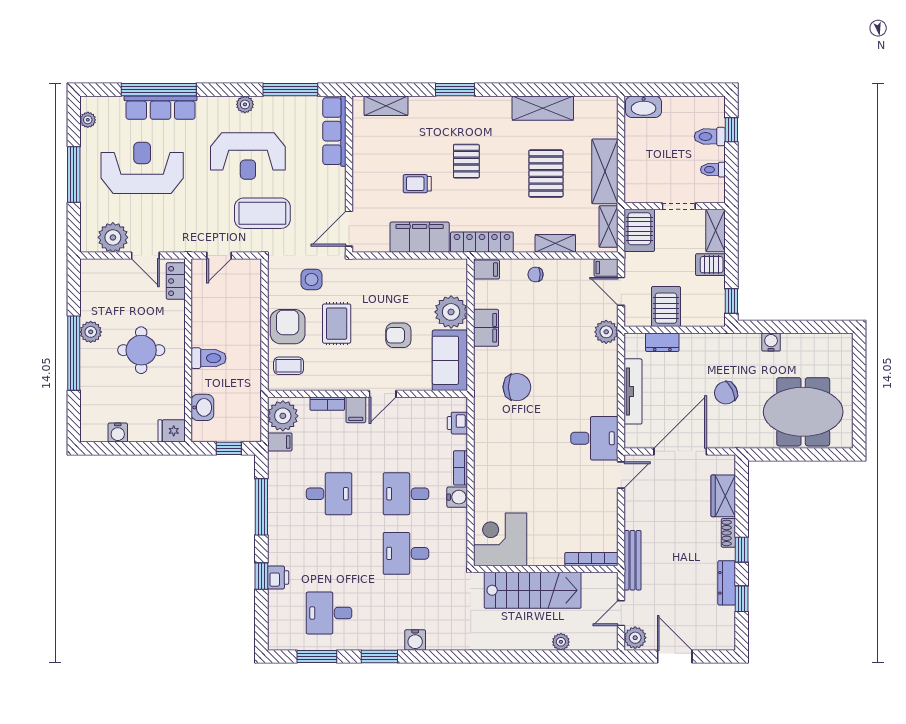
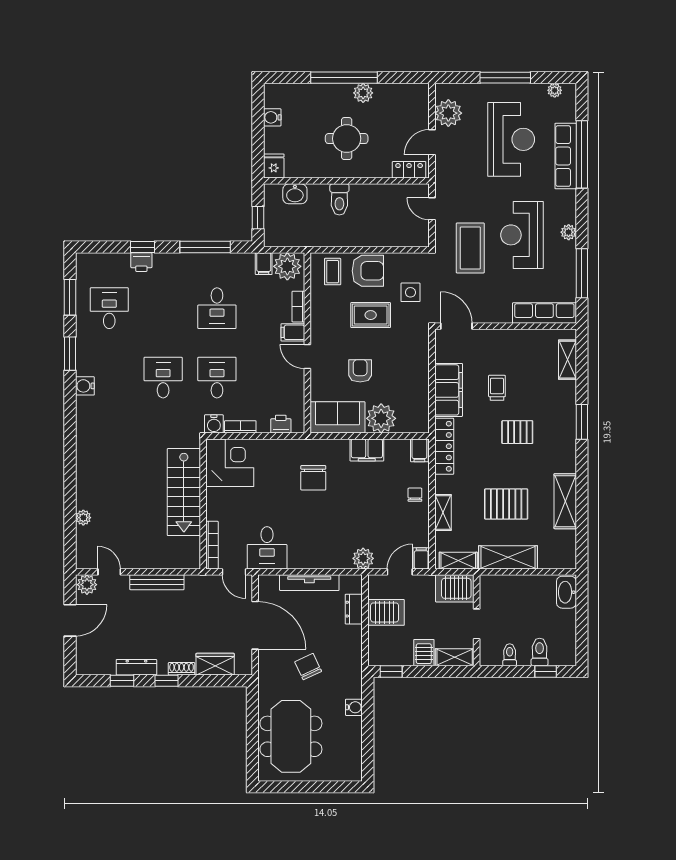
corner desk: (500, 539) -> (230, 463), moved
bookcase: (591, 559) -> (212, 545), moved
wall: (546, 569) -> (203, 504), moved
stairs: (533, 590) -> (184, 492), moved

